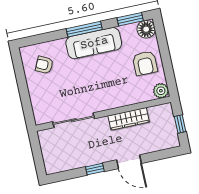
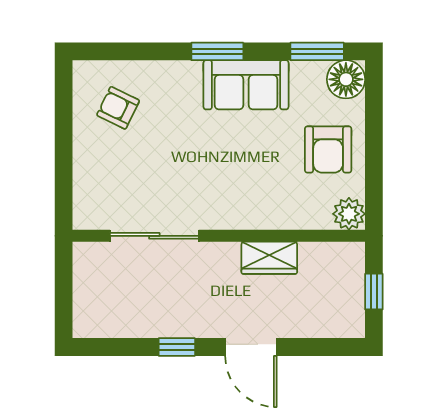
window: (84, 29) -> (217, 51), width x0.69
sofa: (94, 43) -> (246, 85), width x0.73
wardrobe: (129, 119) -> (269, 258), width x0.67

